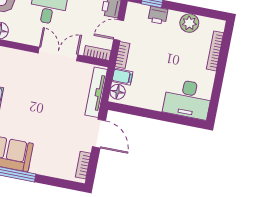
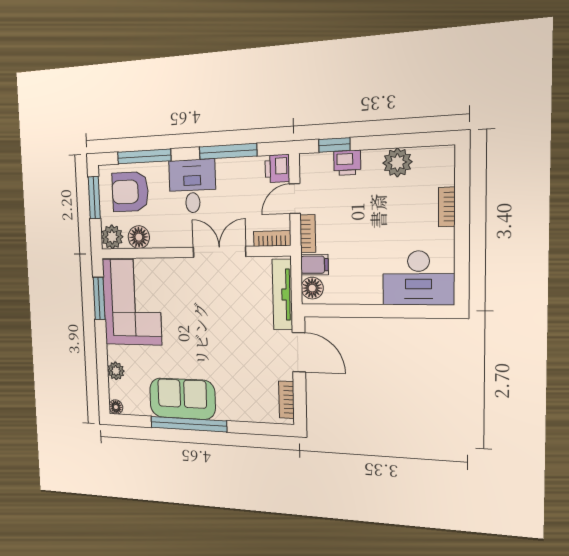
bookcase: (215, 51) -> (447, 207), width x0.64

